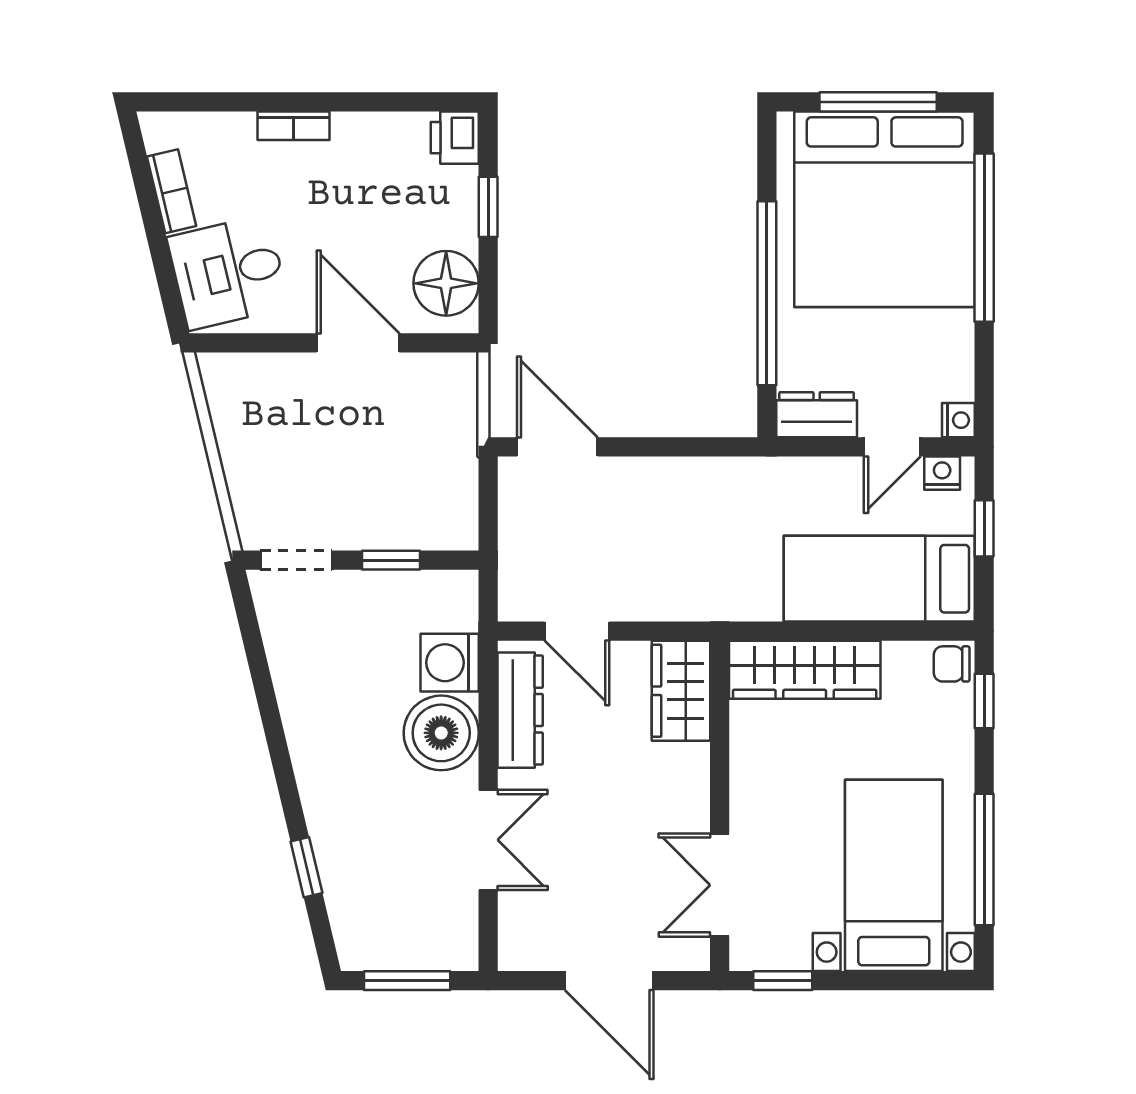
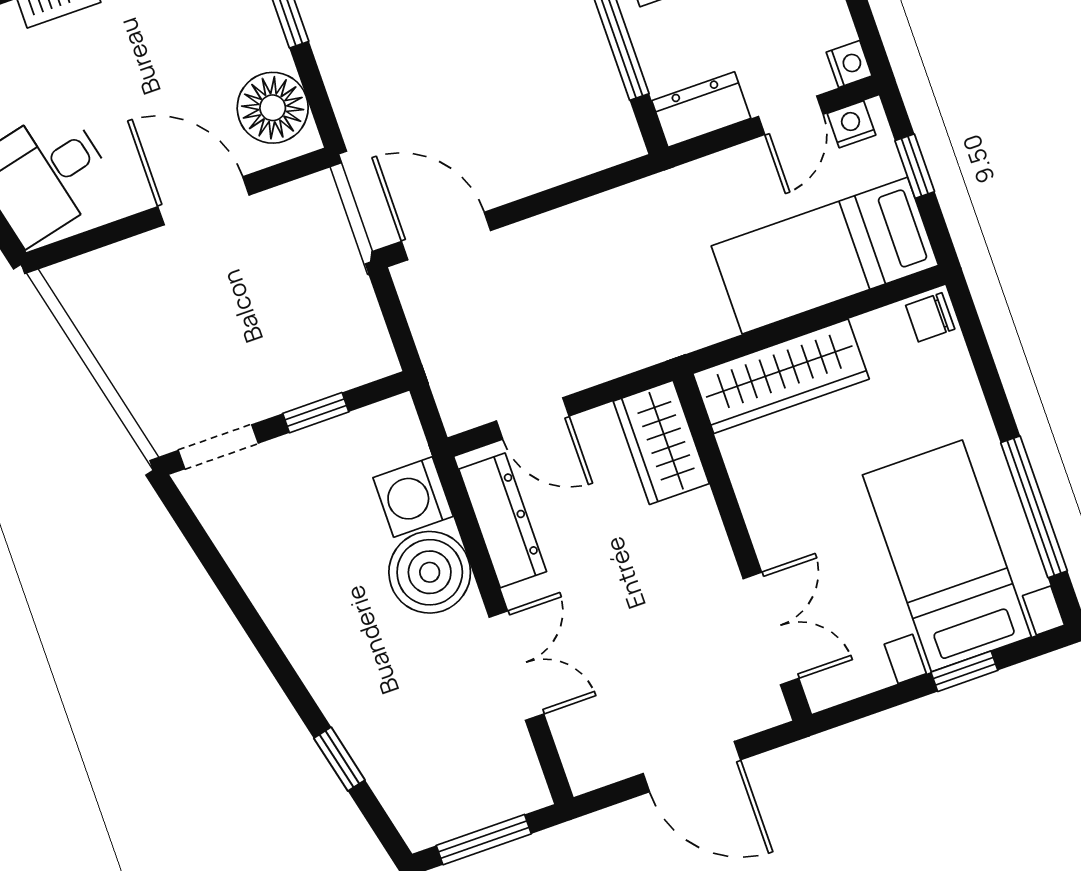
window: (984, 701) -> (977, 344), removed
double door: (720, 885) -> (771, 629), swing flipped
window: (783, 981) -> (964, 671), moved

